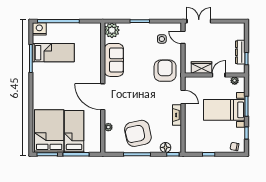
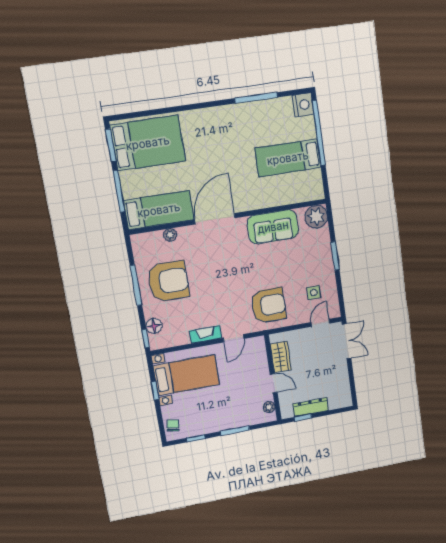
bed: (53, 53) -> (288, 158), moved, turned 90
bed with nightstands: (224, 110) -> (186, 375), moved, turned 90
bed: (74, 132) -> (159, 210), moved
armchair: (138, 133) -> (168, 281), turned 102

